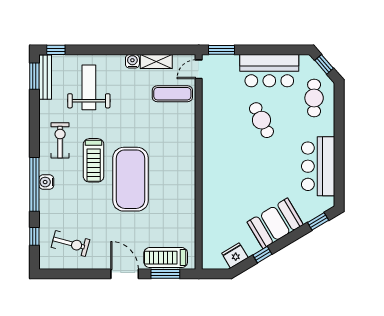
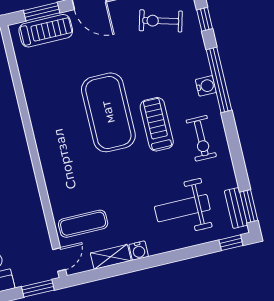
bench: (45, 77) -> (236, 208), width x0.73
weight bench: (89, 87) -> (182, 208), turned 90

